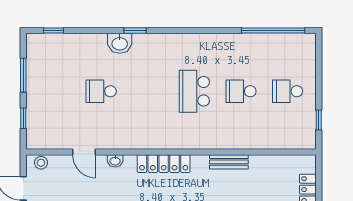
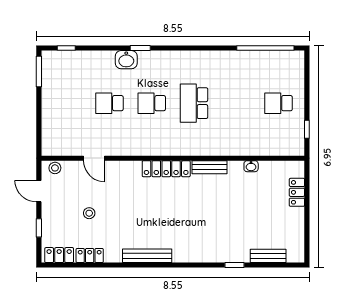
window: (23, 75) -> (39, 72), moved
school desk: (241, 91) -> (152, 103), moved
window: (23, 118) -> (39, 128), removed
washbasin: (115, 161) -> (251, 166), moved
bench: (229, 162) -> (209, 167), moved

